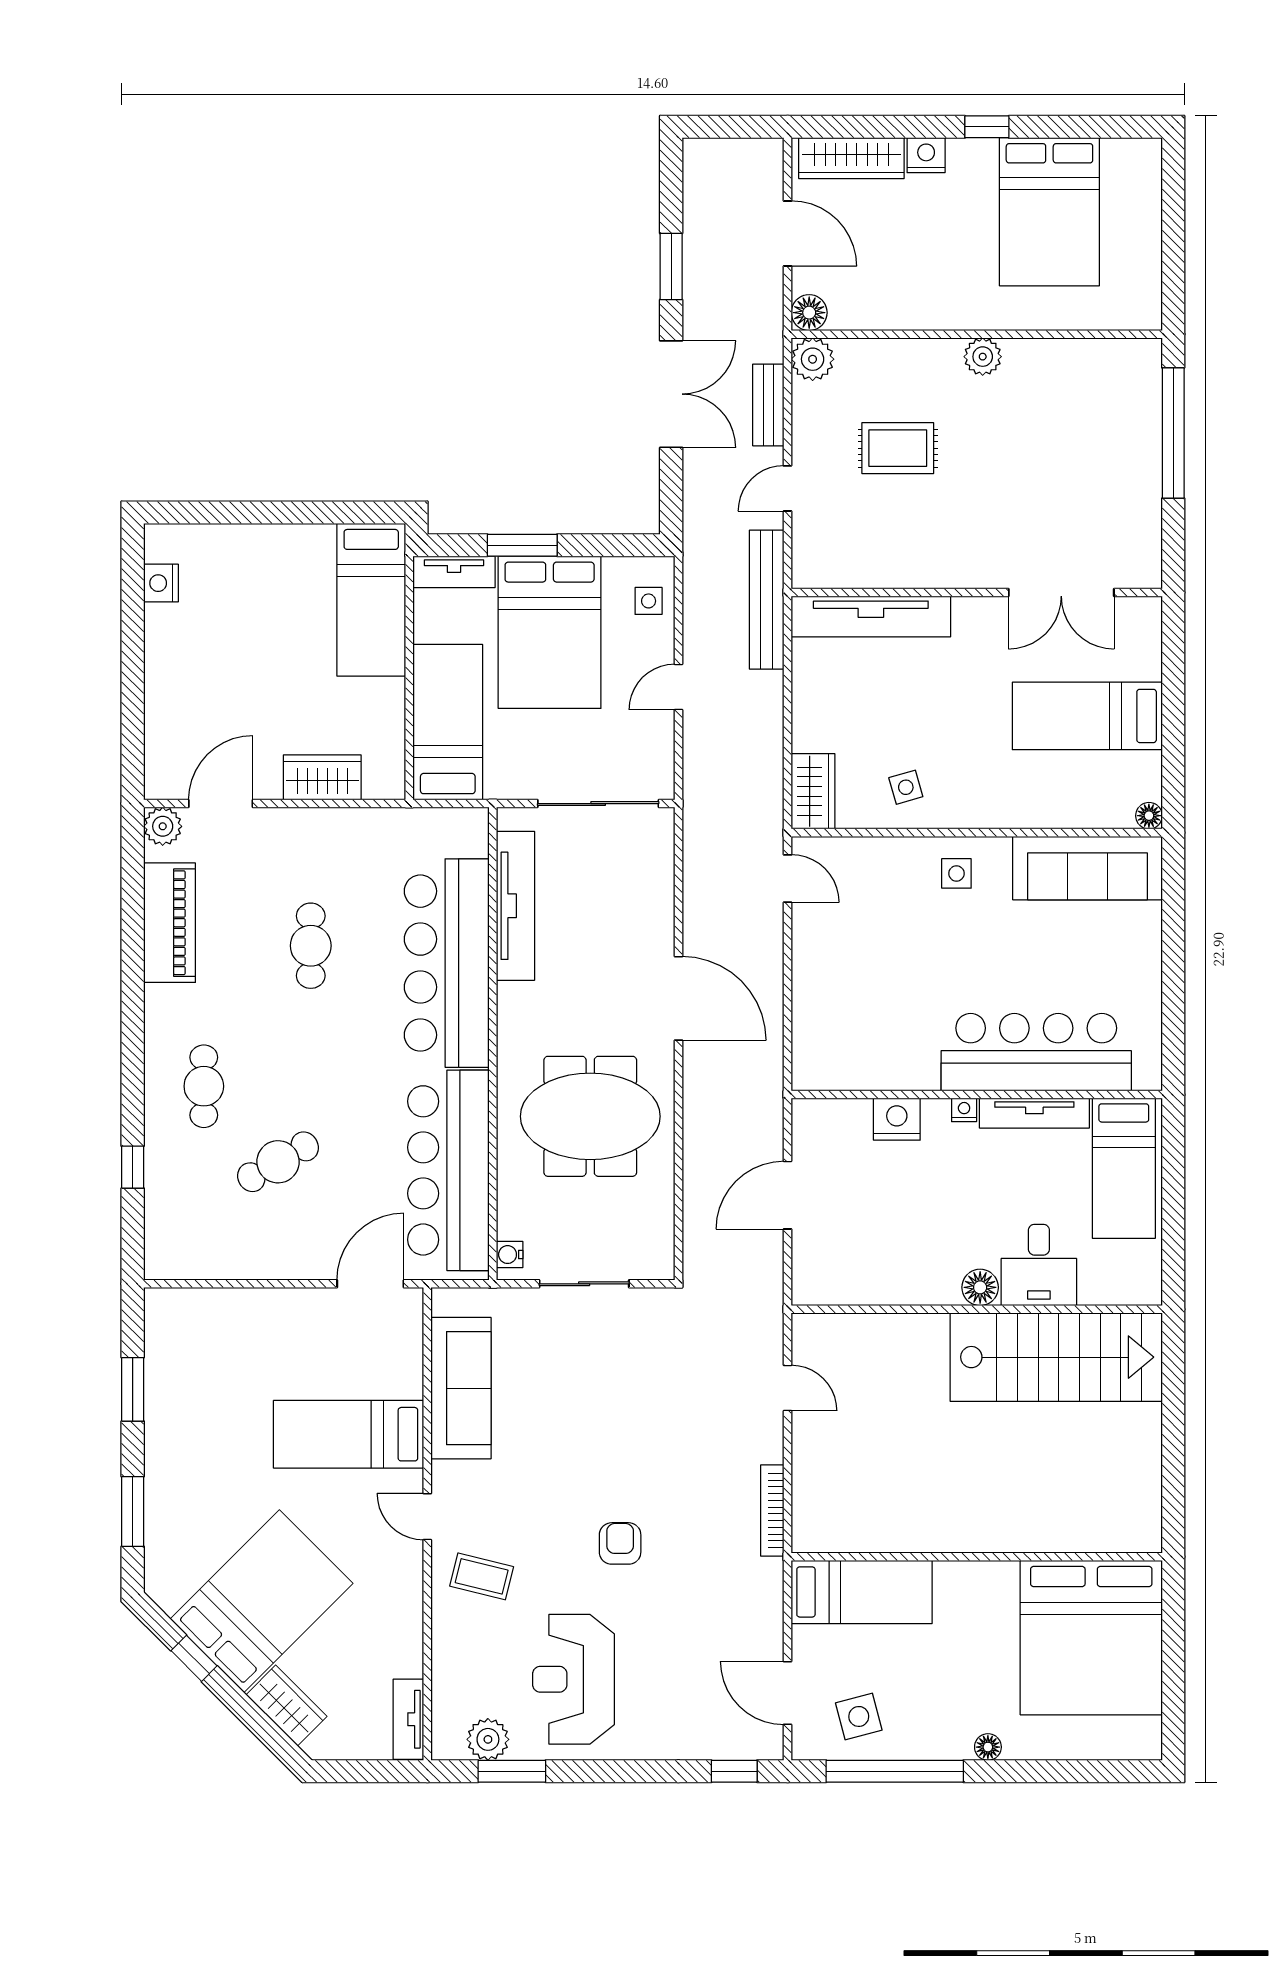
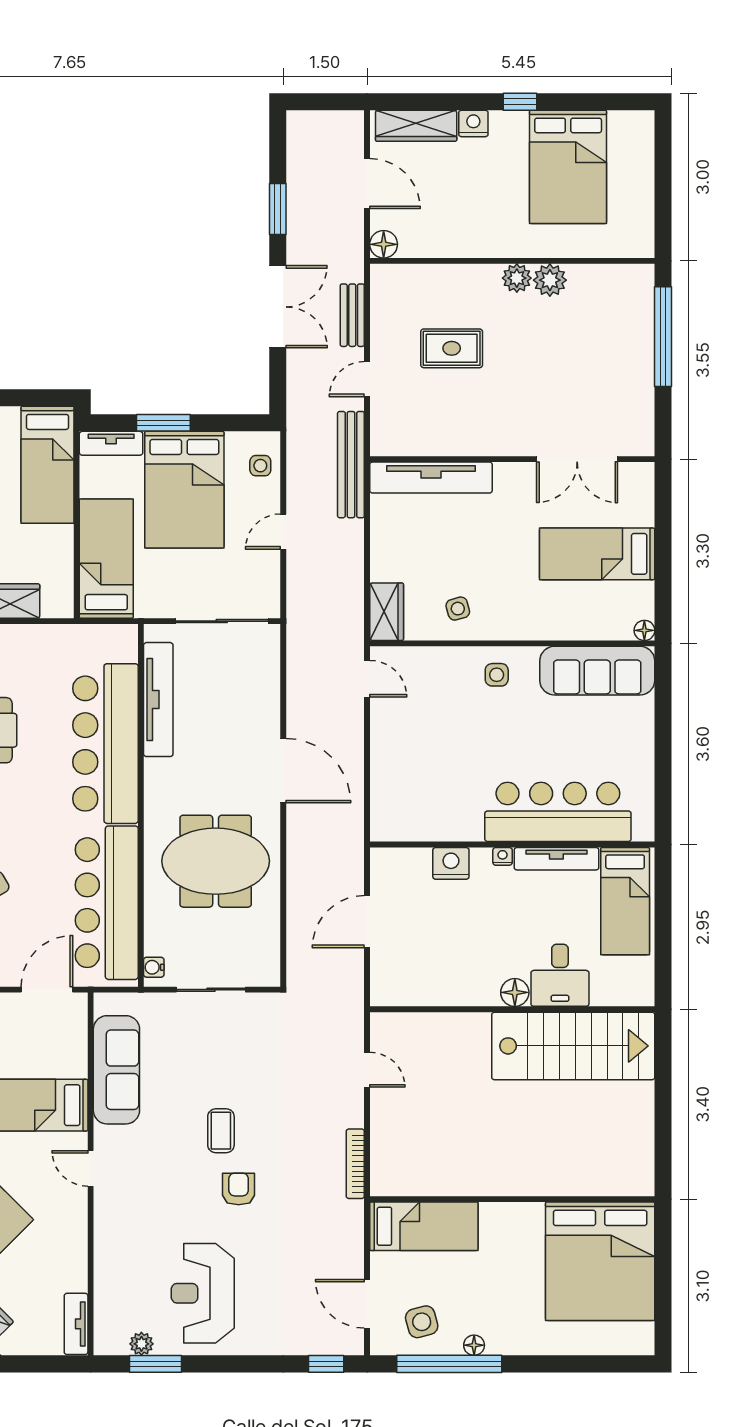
plant: (813, 359) -> (550, 280), moved
coffee table: (482, 1576) -> (221, 1131), moved, turned 76
plant: (488, 1739) -> (141, 1344), width x0.73, depth x0.73
floor lamp: (988, 1747) -> (474, 1345), moved

